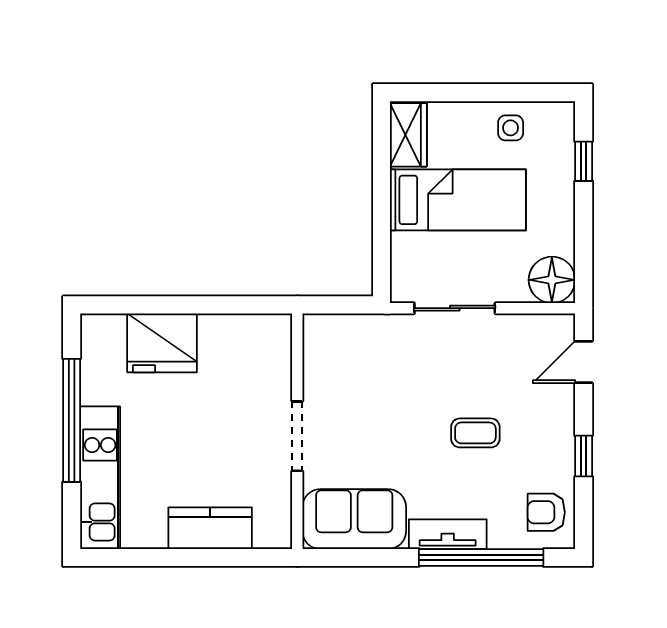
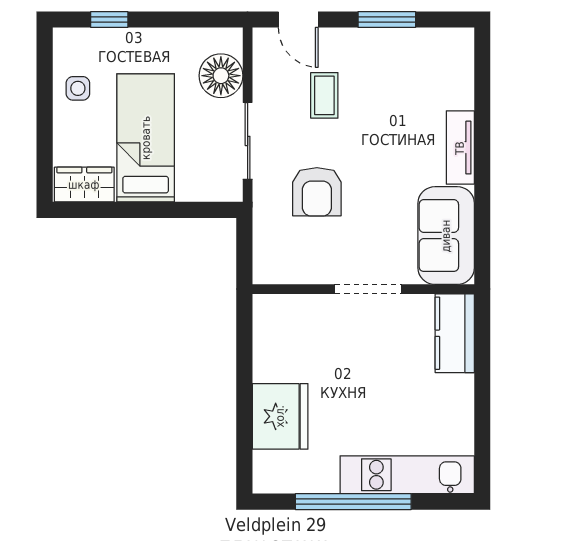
floor lamp: (552, 280) -> (221, 76), moved
coffee table: (475, 433) -> (324, 95), moved
window: (584, 456) -> (387, 20), width x1.50
armchair: (546, 512) -> (317, 192), moved, width x1.38, depth x1.38
kitchen counter: (210, 528) -> (455, 333), moved
window: (481, 558) -> (482, 116), removed

